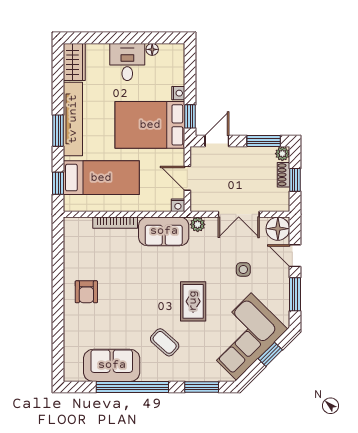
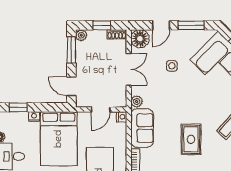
window: (190, 116) -> (18, 107), moved
shoe rack: (284, 175) -> (117, 34), moved
rug: (193, 301) -> (191, 139), moved, turned 90

